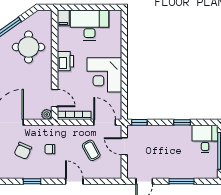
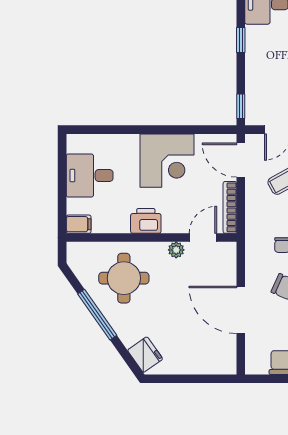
desk: (89, 25) -> (90, 176), width x0.73
plant: (47, 114) -> (176, 250), moved
door: (105, 122) -> (241, 160), hinge flipped

